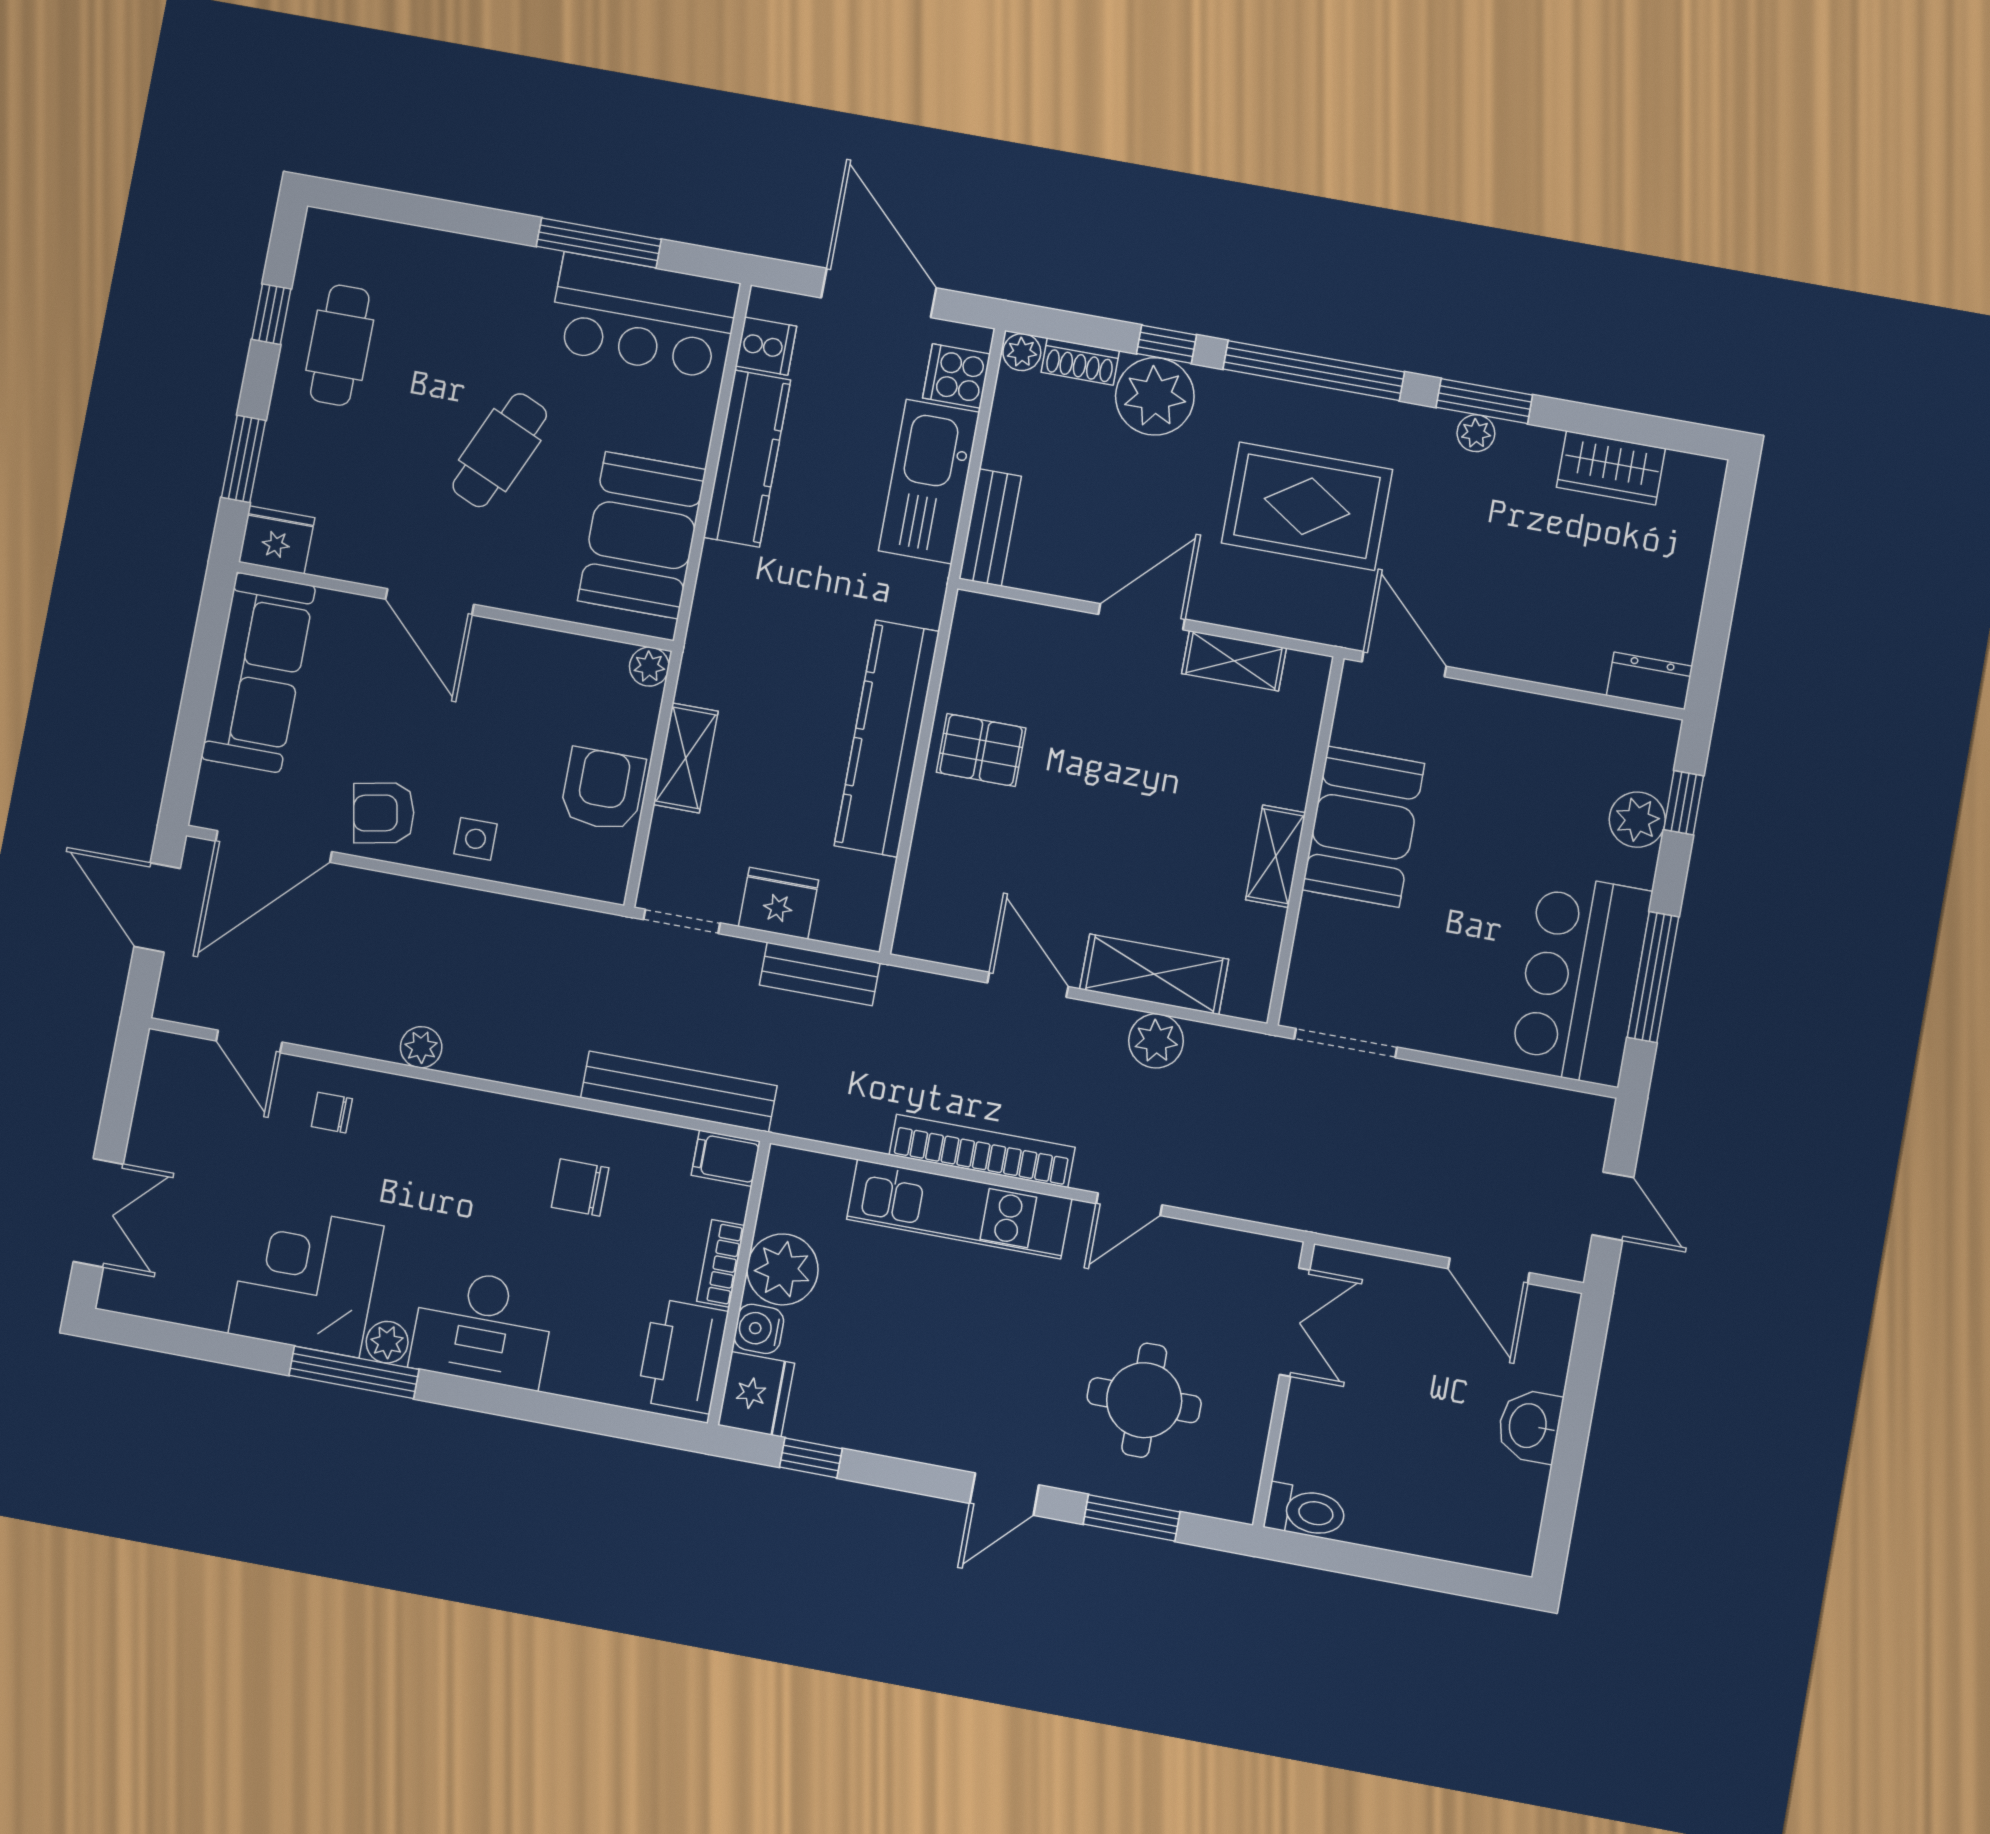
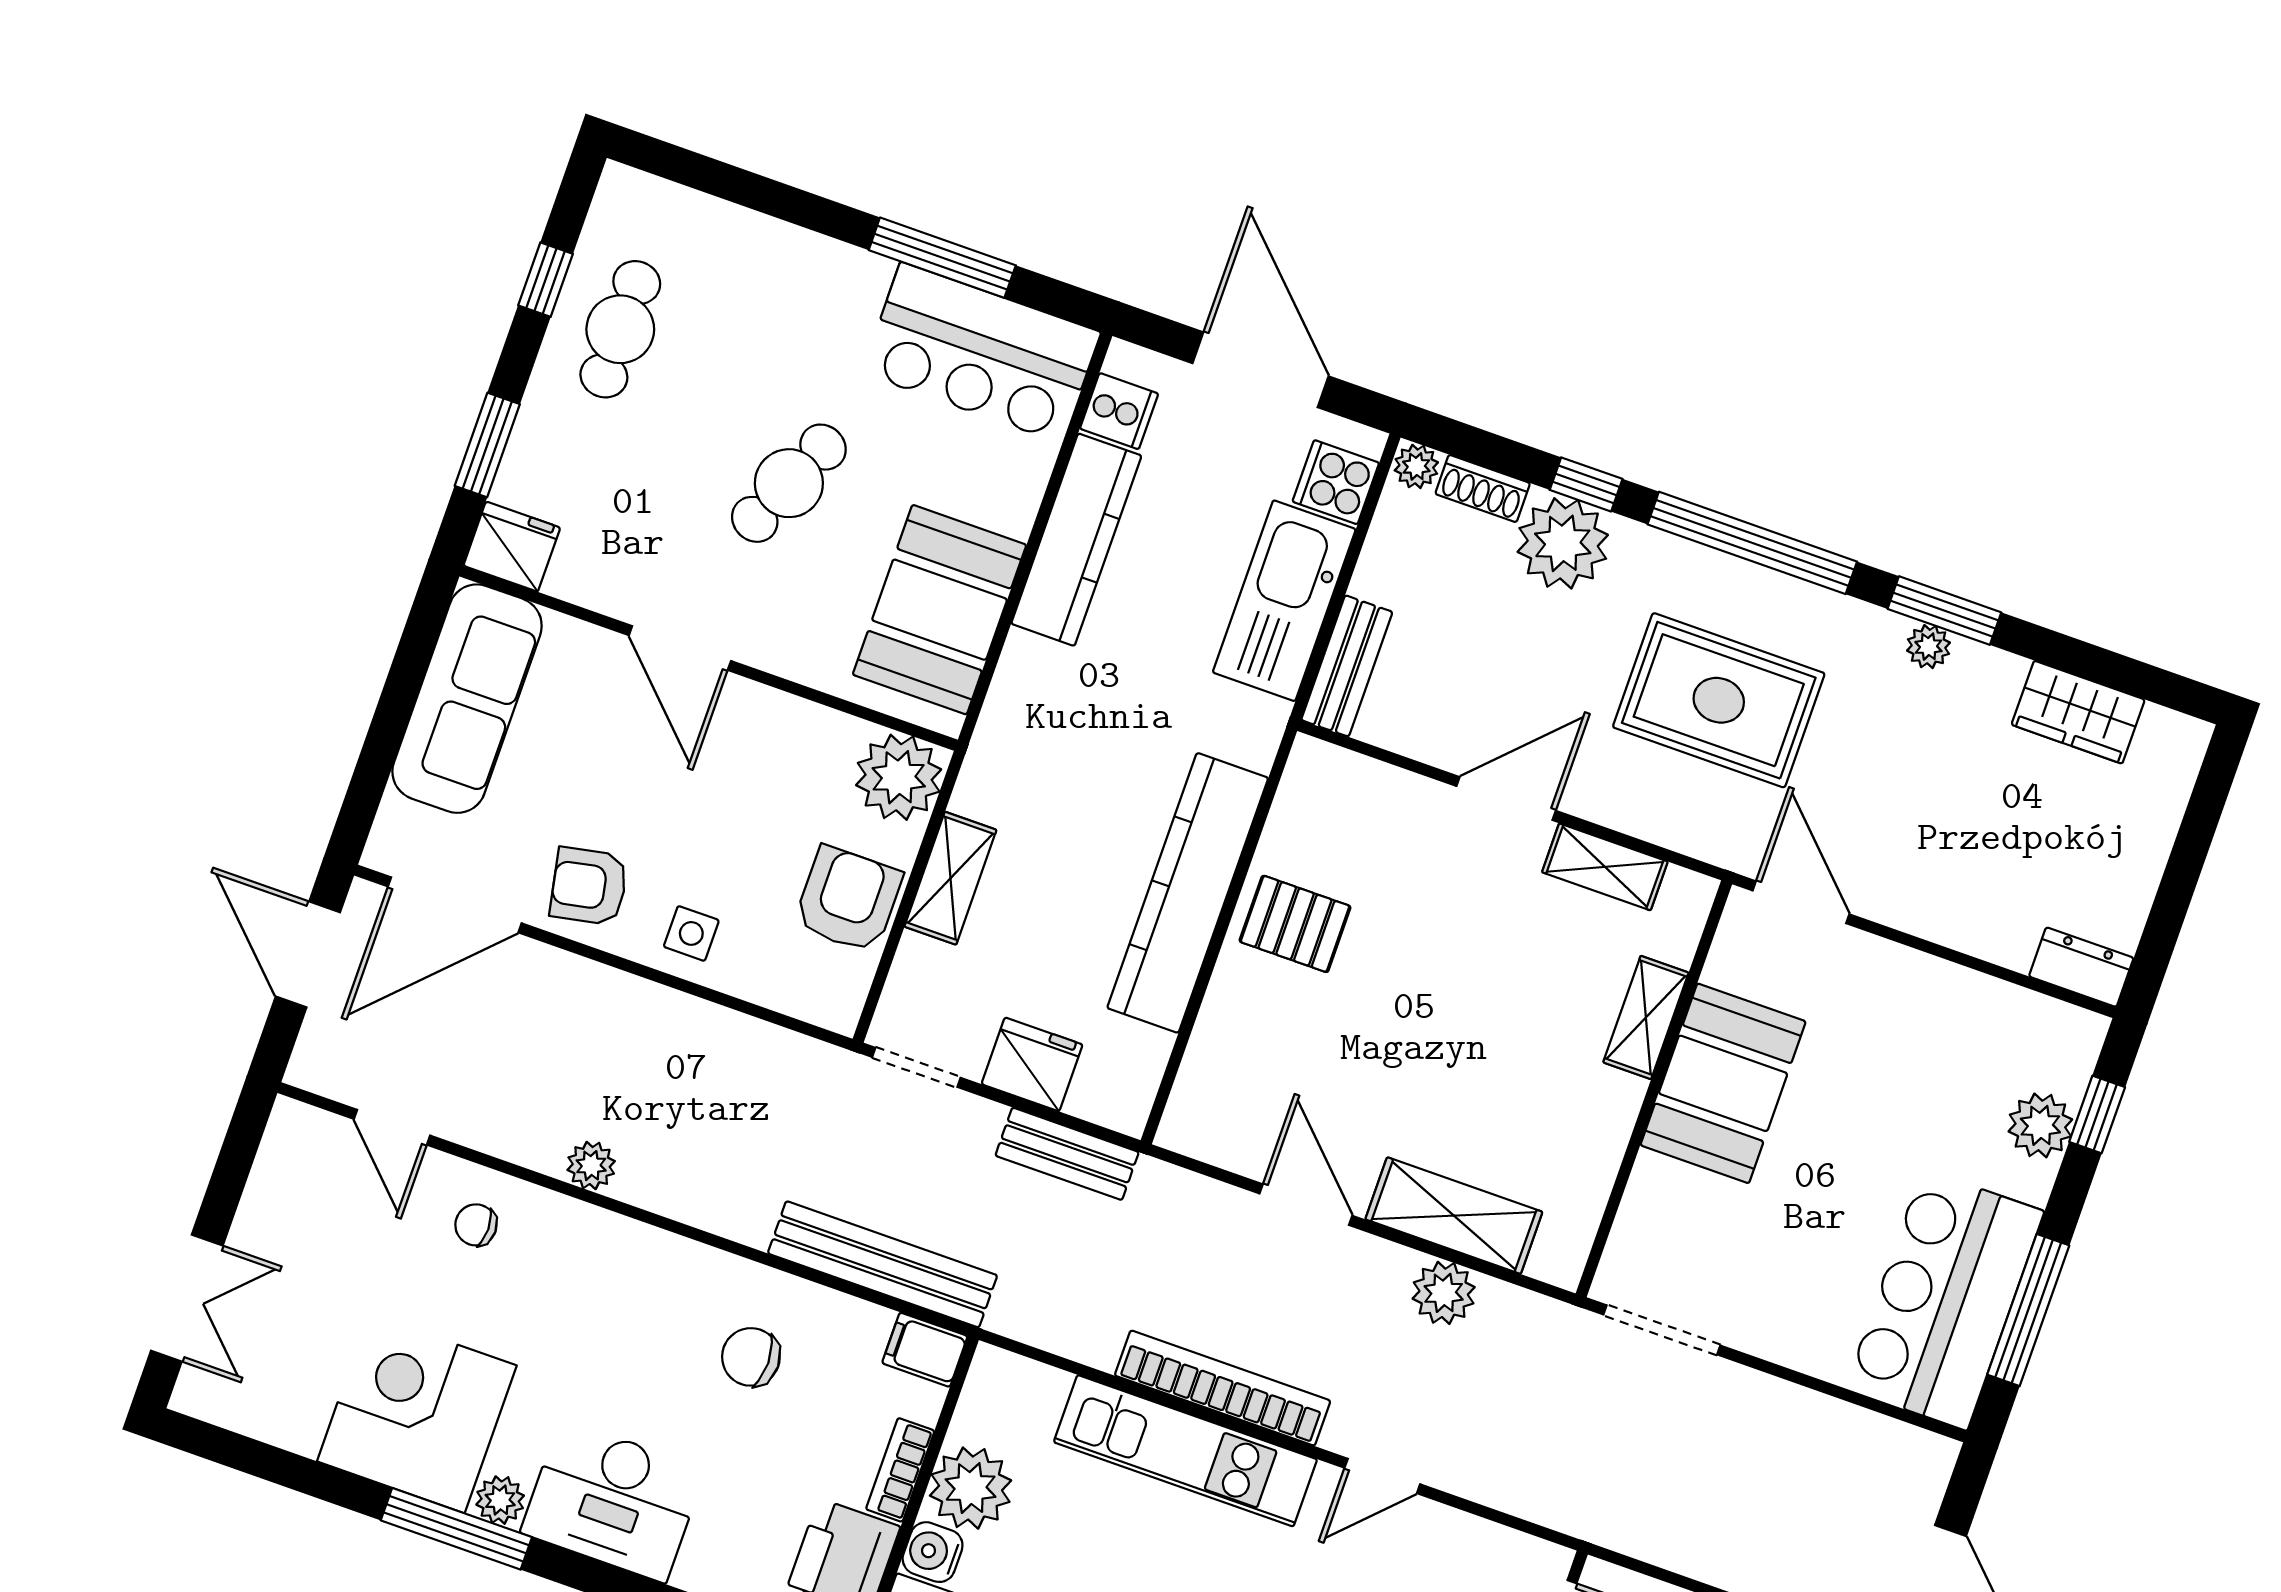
plant: (649, 667) -> (899, 777), width x1.88, depth x1.88
shelving: (1276, 856) -> (1646, 1017), moved

